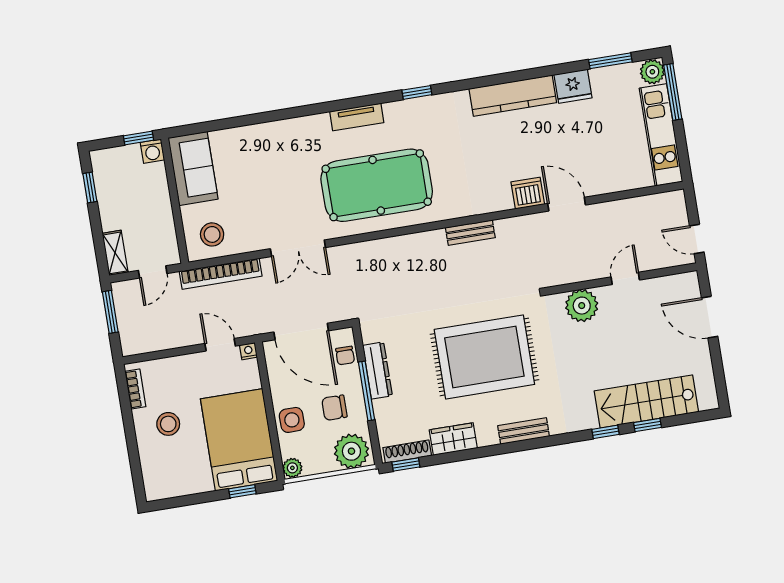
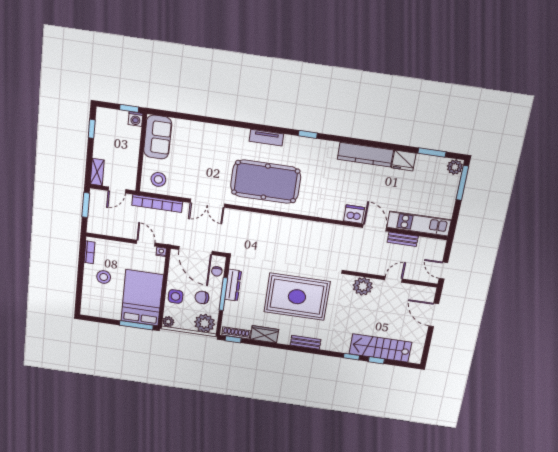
kitchen unit: (661, 135) -> (419, 224), moved, turned 90
bench: (470, 233) -> (403, 239), moved
window: (242, 491) -> (136, 325), width x2.17

